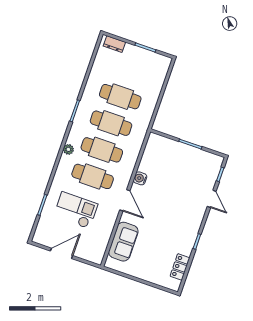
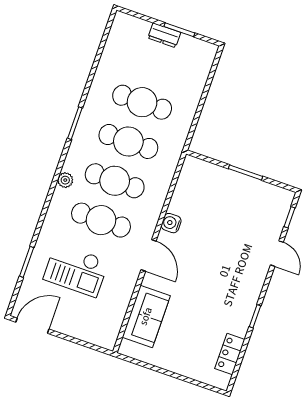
dresser: (114, 44) -> (164, 35), moved
checkout: (76, 210) -> (76, 270), turned 180
door: (62, 253) -> (32, 326), moved

